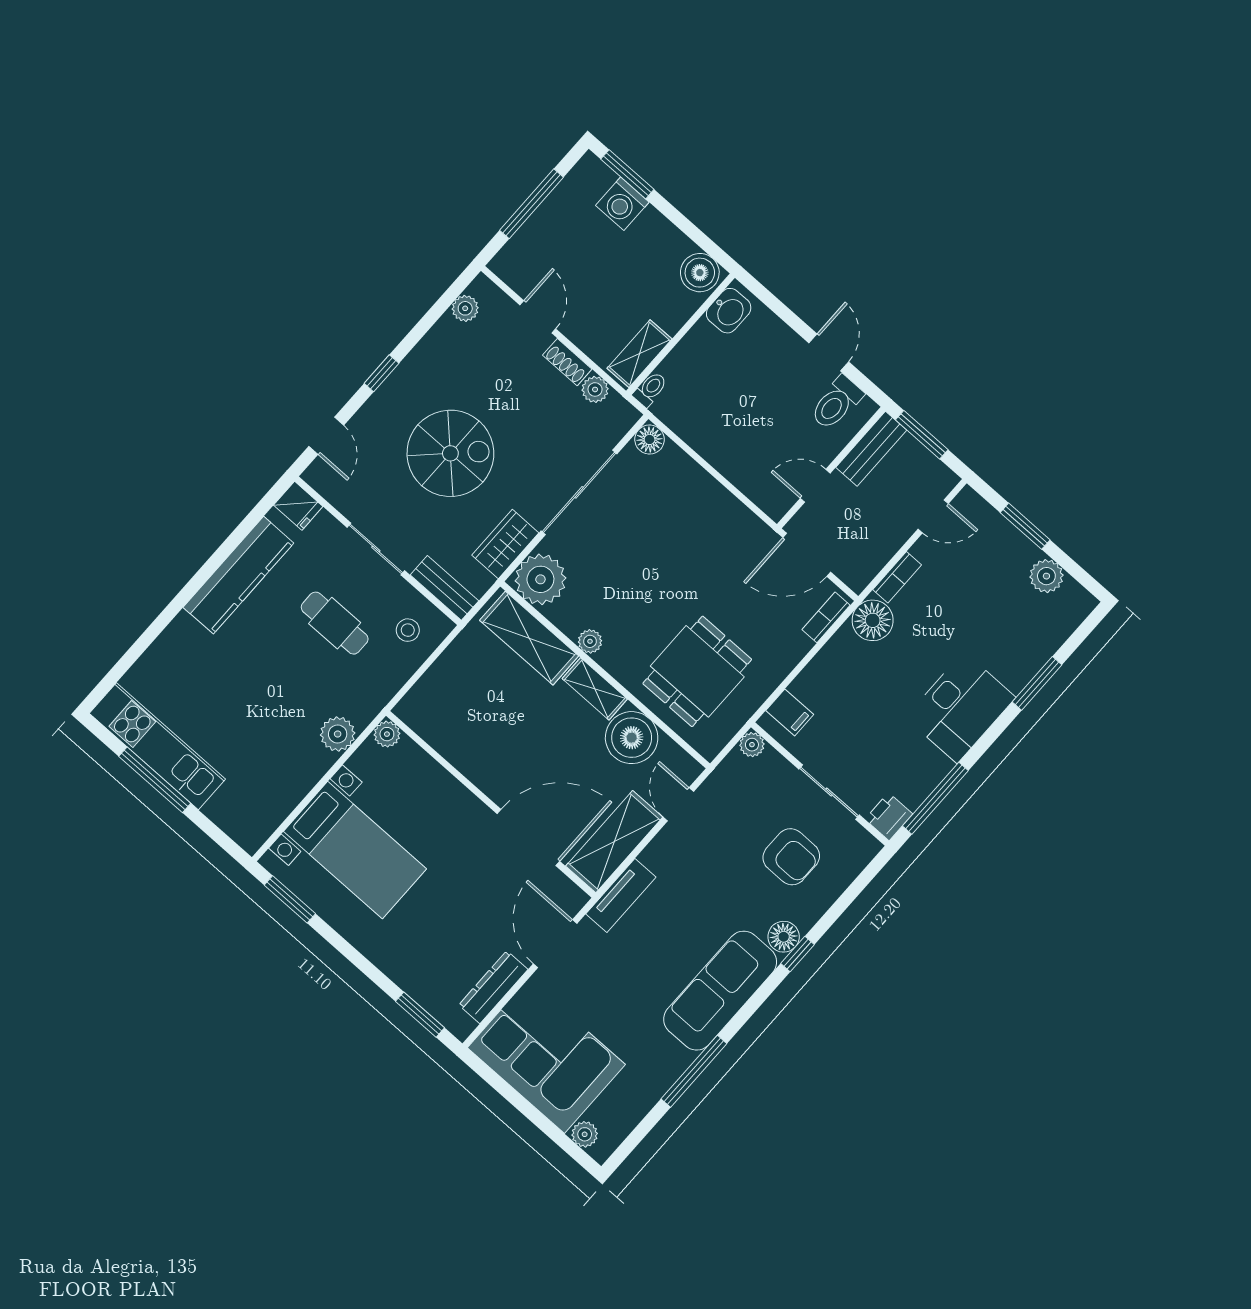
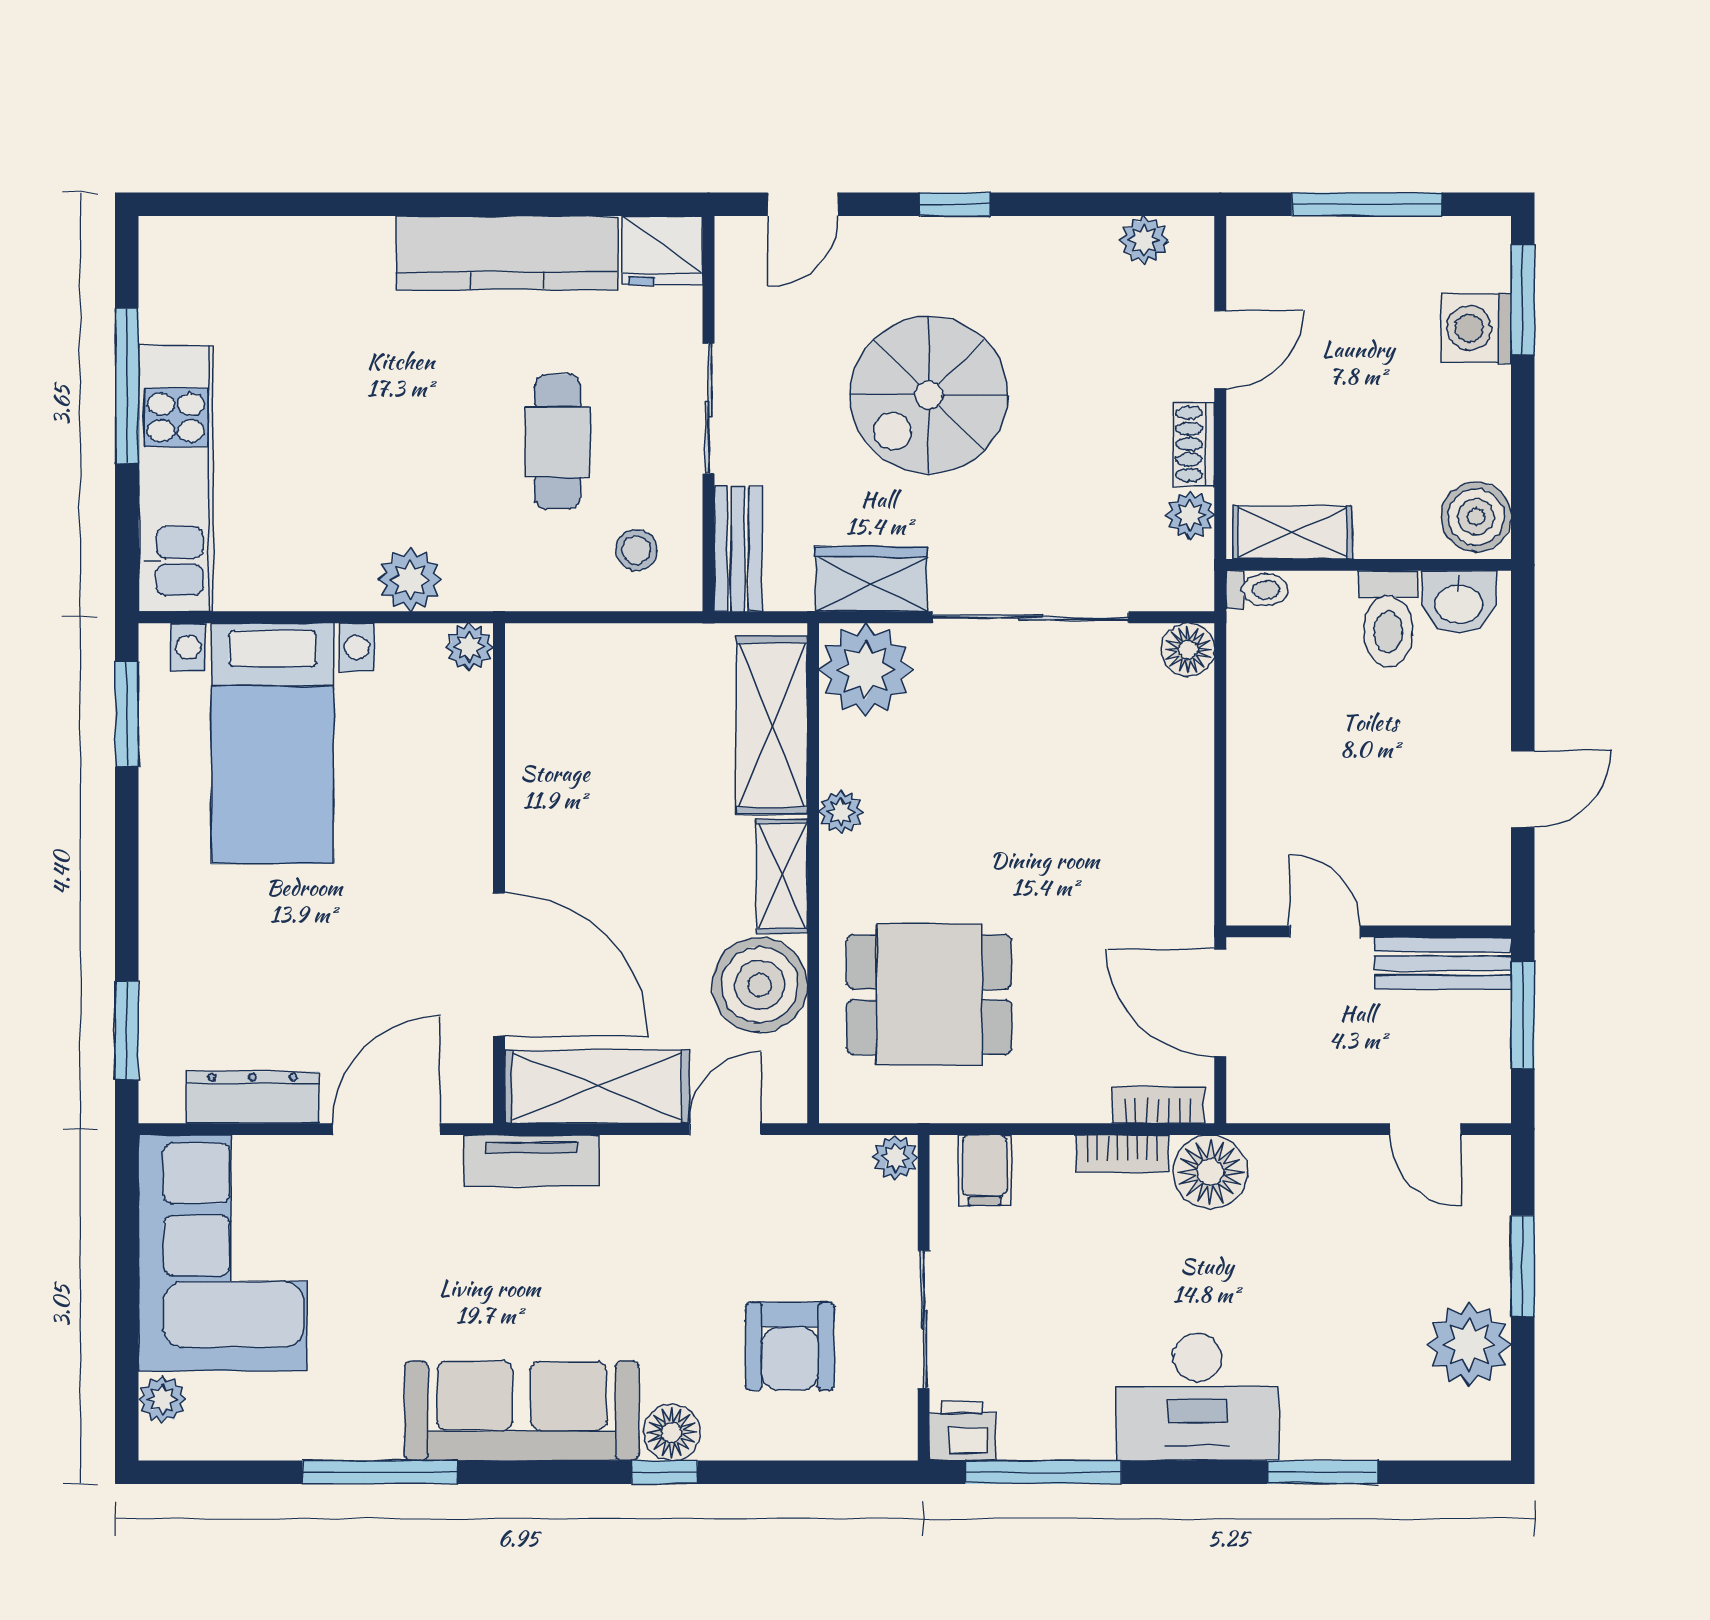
toilet: (836, 403) -> (1388, 619), moved, turned -90
spiral stairs: (450, 453) -> (929, 395), turned 90
fridge: (298, 506) -> (662, 251), width x1.38
plant: (1046, 576) -> (1469, 1344), width x1.36, depth x1.36
bookcase: (897, 577) -> (1122, 1153), moved
kitchen unit: (157, 746) -> (176, 479), moved

